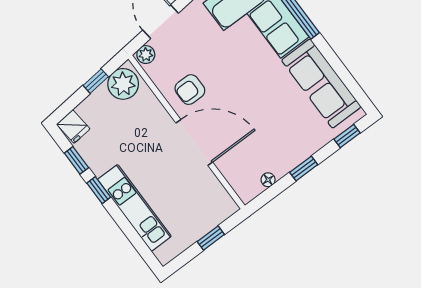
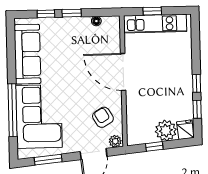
plant: (123, 84) -> (166, 131), moved
armchair: (190, 90) -> (103, 117), moved, turned -121
window: (347, 136) -> (46, 14), moved
kitchen unit: (134, 208) -> (155, 24), moved, turned -90

